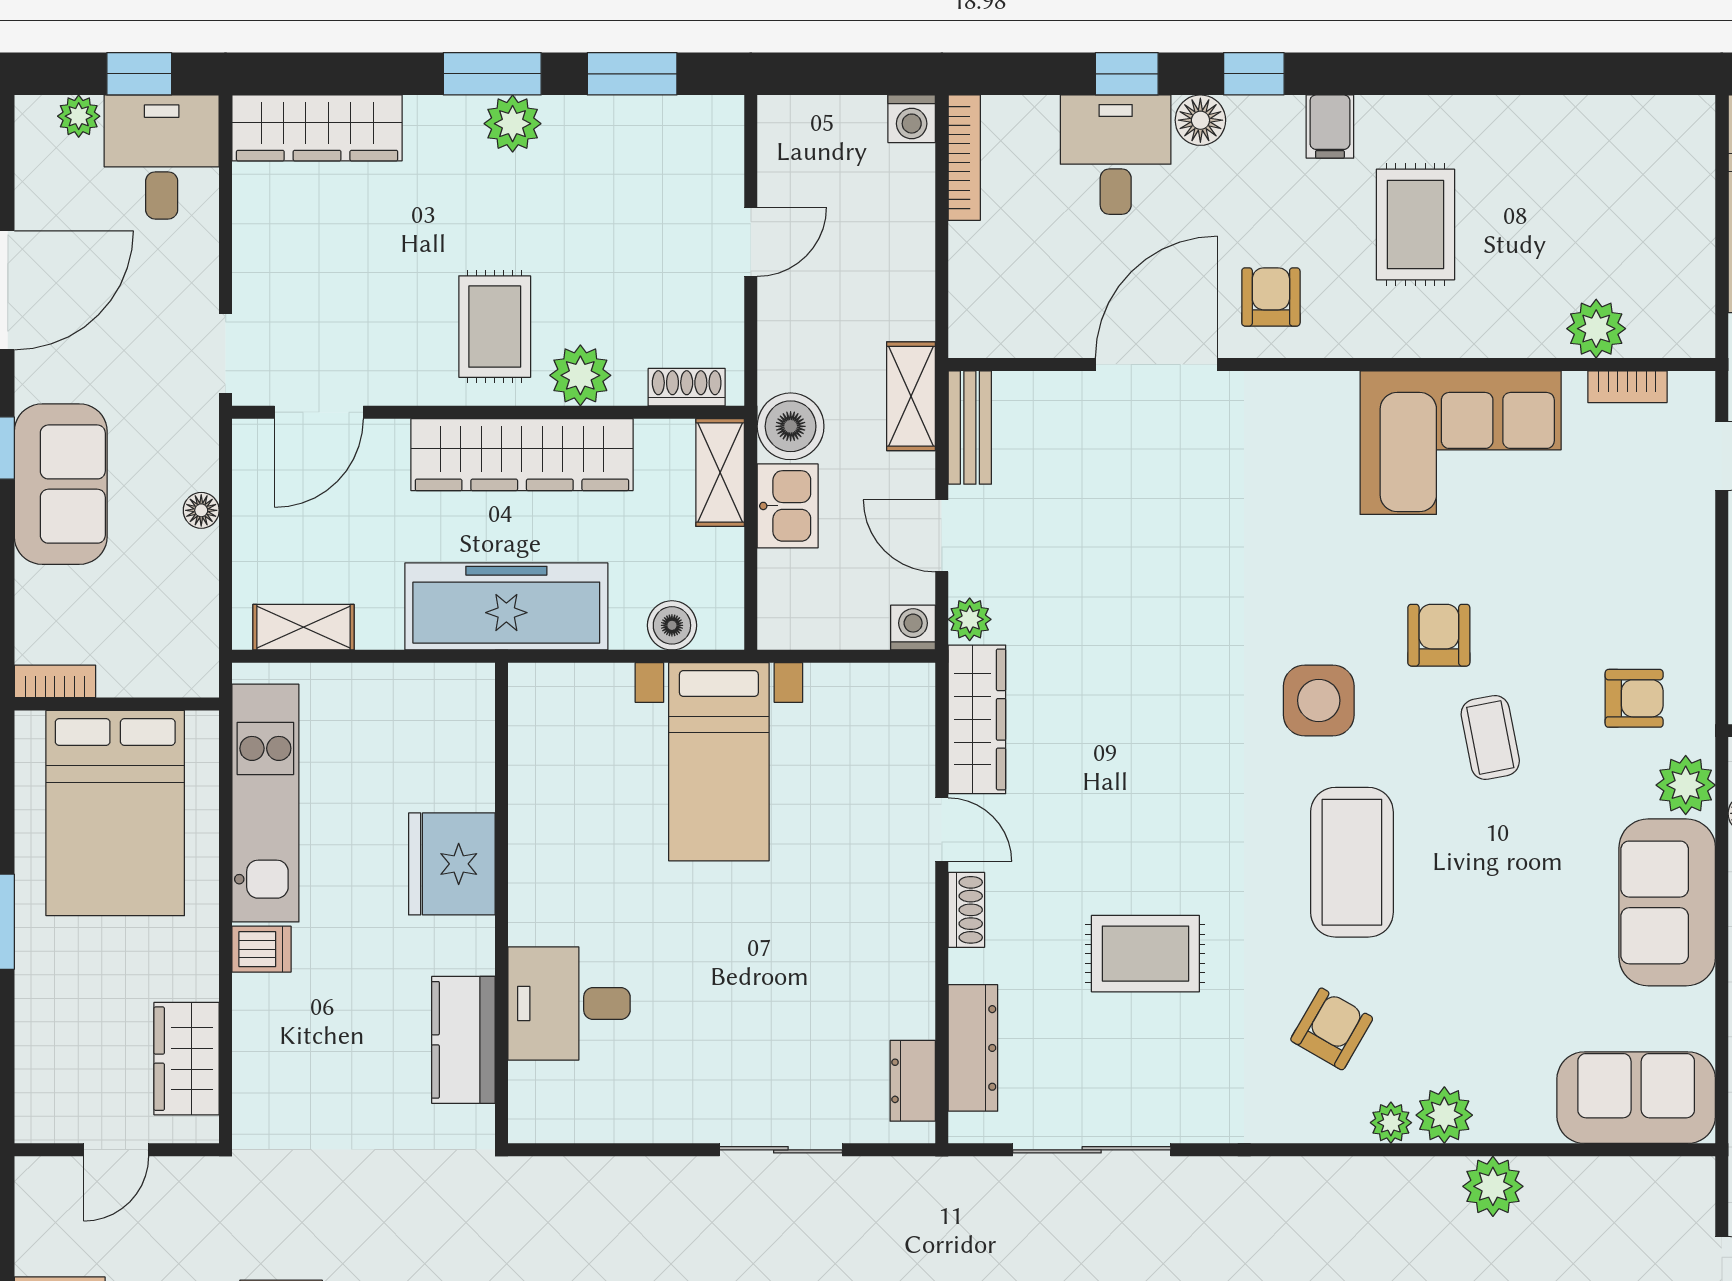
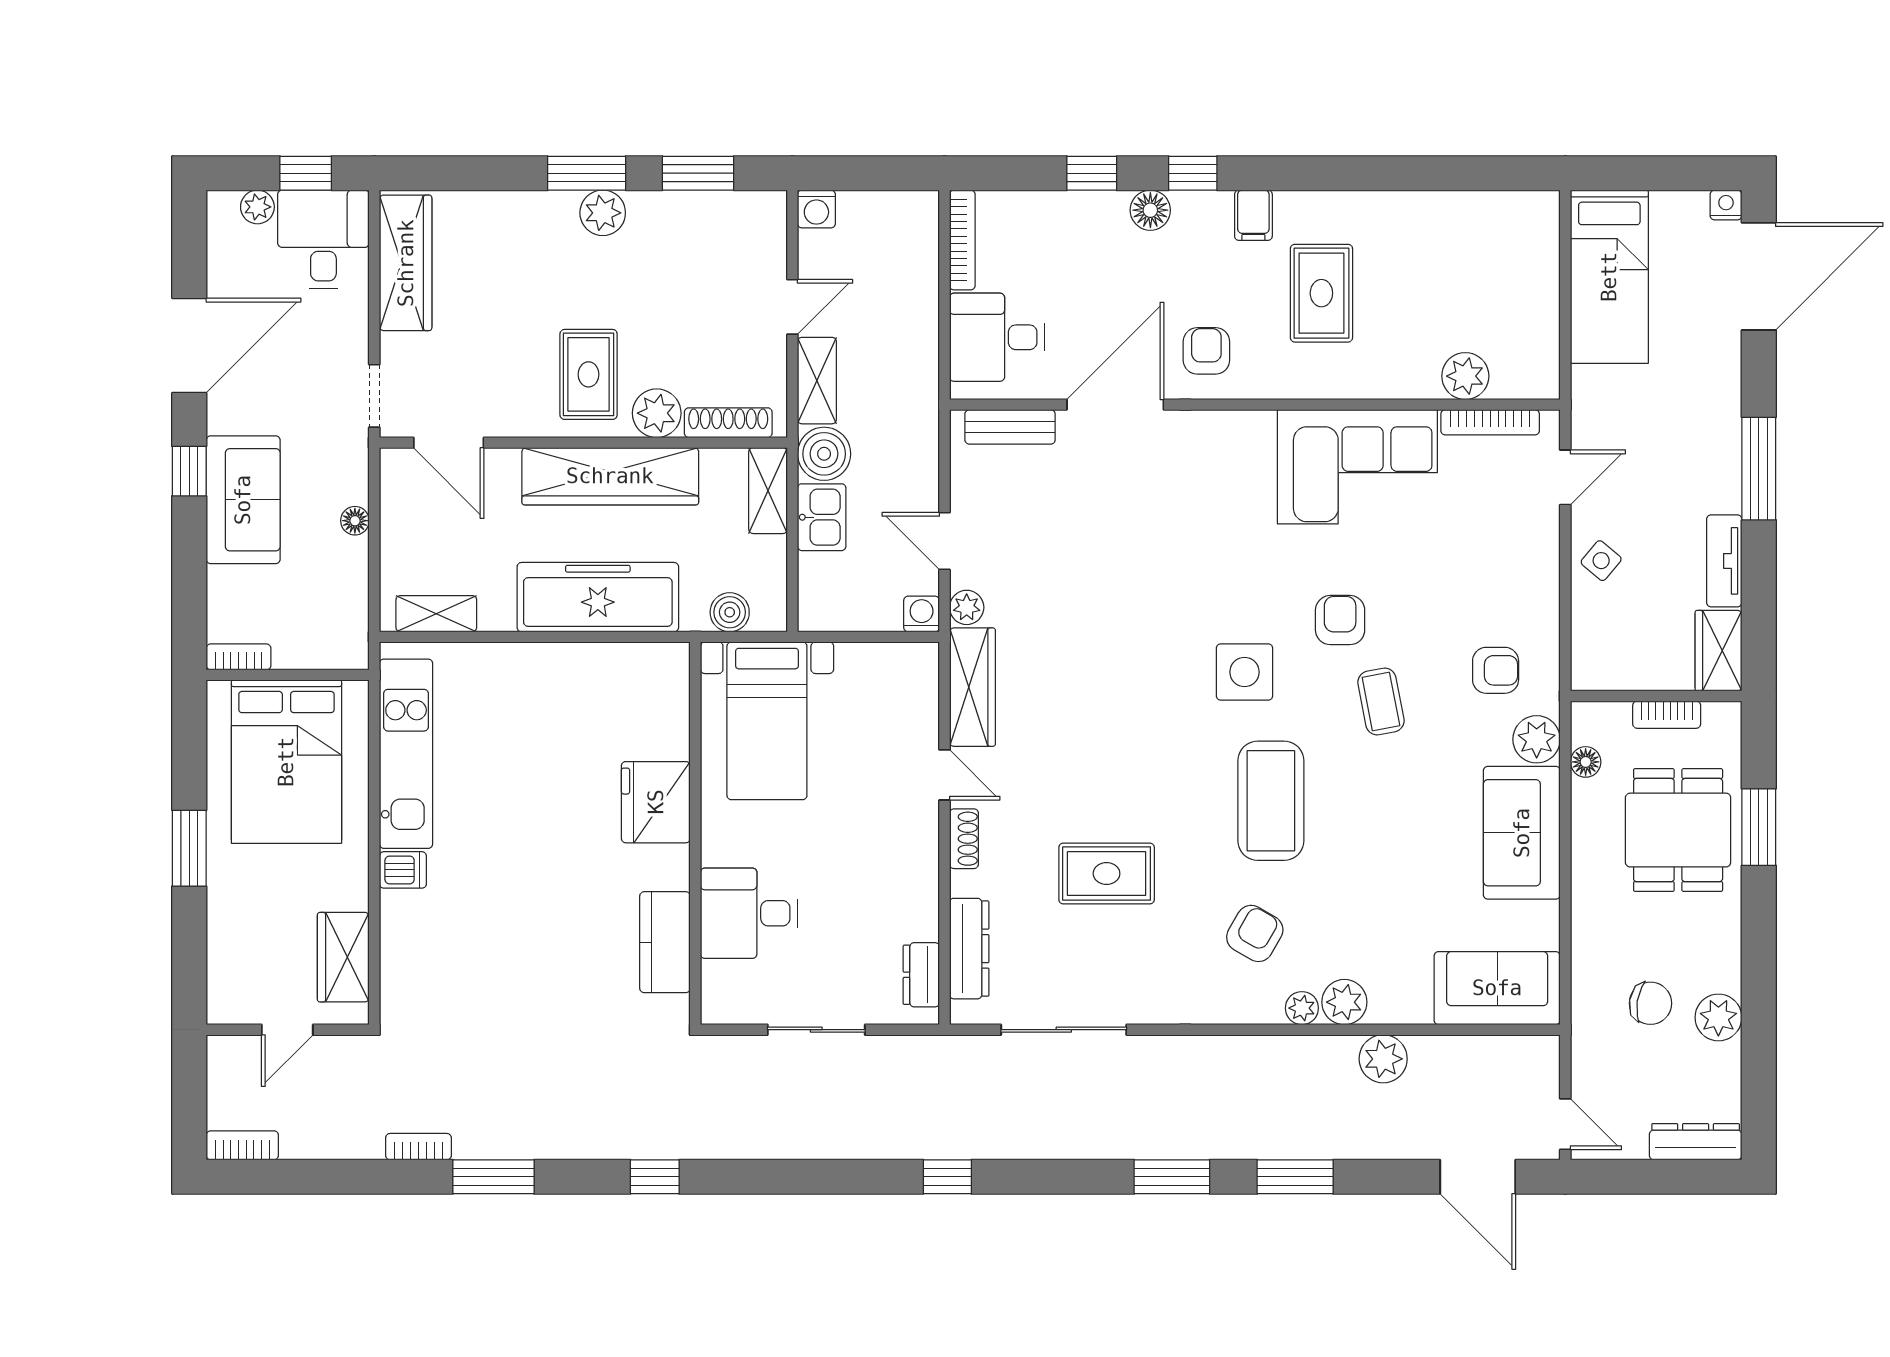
washing machine: (912, 119) -> (816, 209), moved
wardrobe: (317, 128) -> (406, 263), moved, turned -90
desk: (1116, 155) -> (997, 337), moved, turned -90
shoe rack: (687, 387) -> (728, 423), width x1.43
bookcase: (1627, 387) -> (1490, 422), width x1.56
shelving: (911, 396) -> (817, 381), moved
door: (319, 412) -> (449, 443), hinge flipped
bench: (970, 428) -> (1010, 427), moved, turned 90
fridge: (452, 864) -> (656, 802), moved
wall: (501, 903) -> (695, 833), moved
desk: (569, 1004) -> (749, 913), moved
kitchen counter: (463, 1040) -> (665, 942), moved

